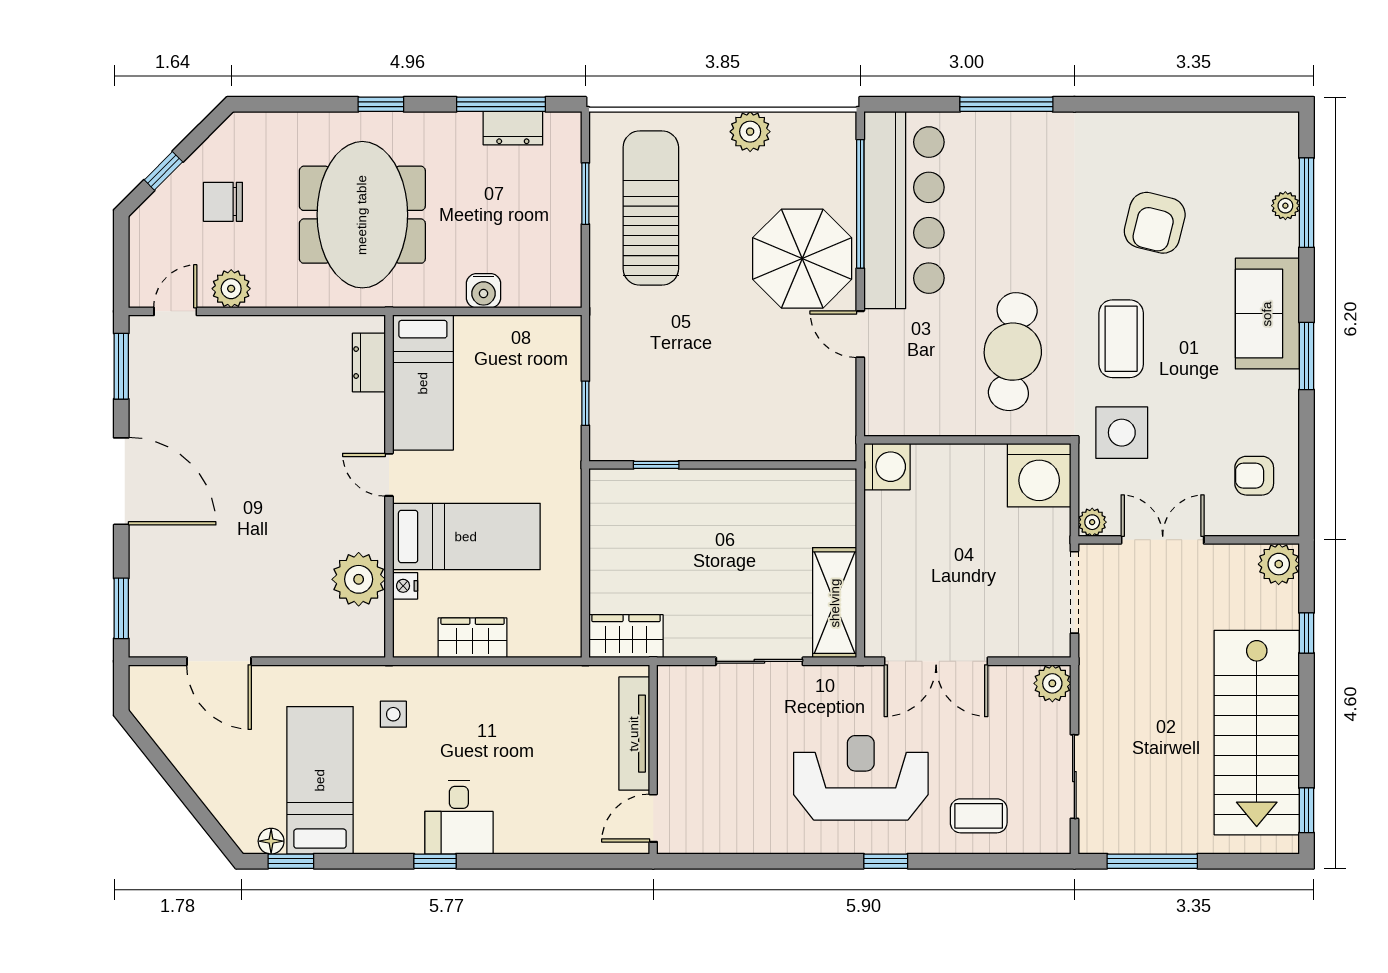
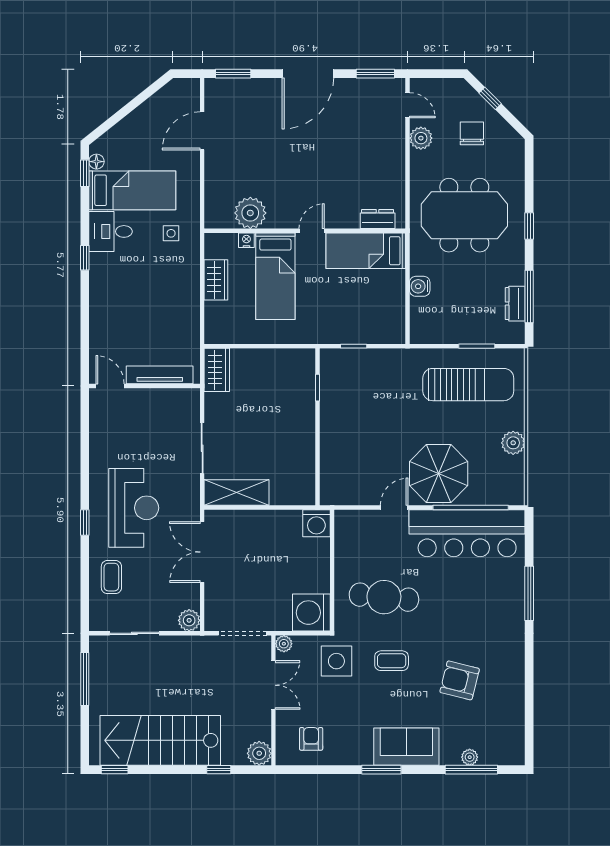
coffee table: (1121, 339) -> (392, 661), width x0.73, depth x0.77
desk: (459, 817) -> (111, 231), moved

